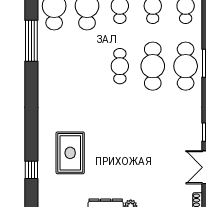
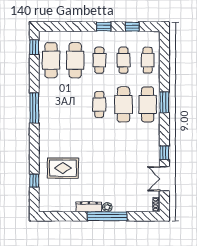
window: (31, 41) -> (34, 108), moved
rug: (70, 153) -> (63, 168), turned 90

